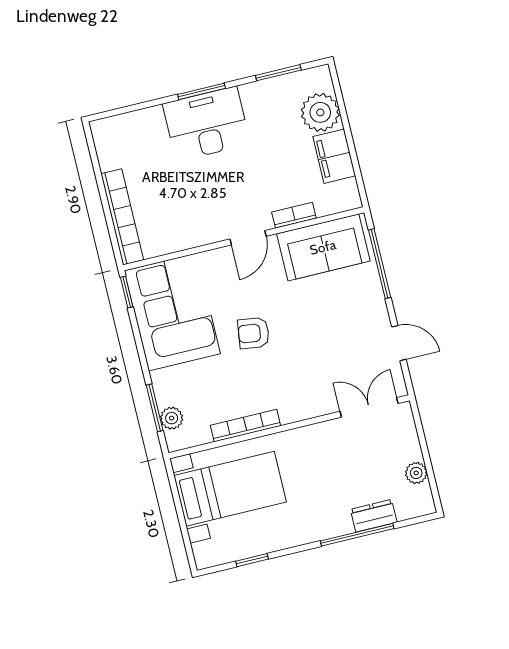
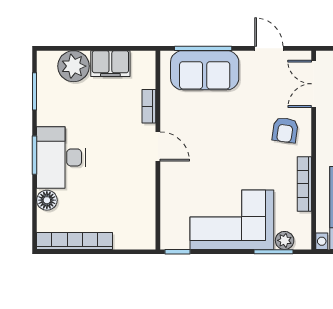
floor lamp: (151, 119) -> (47, 200), added
bookcase: (122, 217) -> (75, 241), moved
sofa: (323, 247) -> (205, 70), moved, turned 90
corner sofa: (172, 312) -> (232, 220), moved
armchair: (253, 333) -> (285, 130), moved
door: (399, 343) -> (269, 48), hinge flipped

